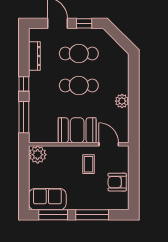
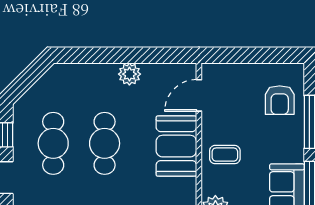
coffee table: (89, 164) -> (225, 155), moved
armchair: (117, 182) -> (280, 100), moved

